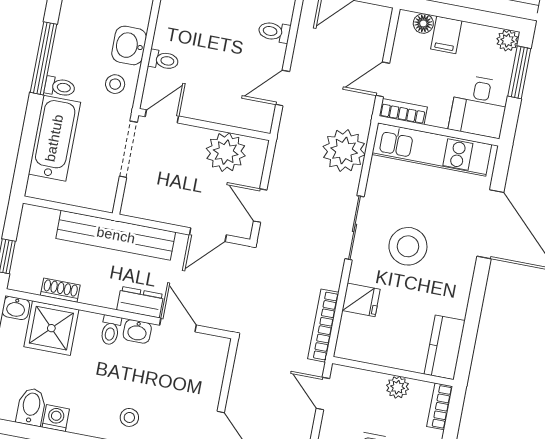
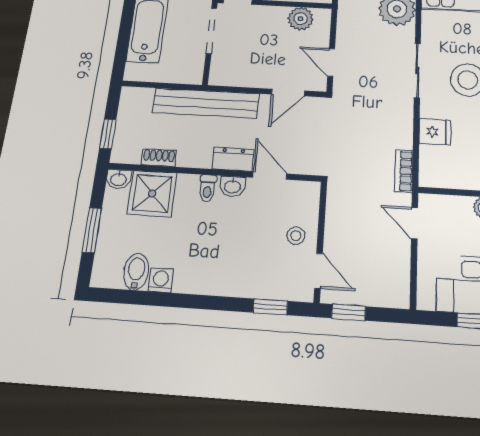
plant: (226, 152) -> (300, 19), width x0.73, depth x0.73
bookcase: (323, 326) -> (404, 171), width x0.64
stool: (129, 417) -> (296, 236), moved

